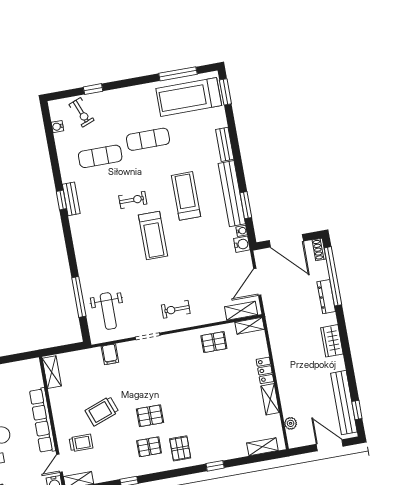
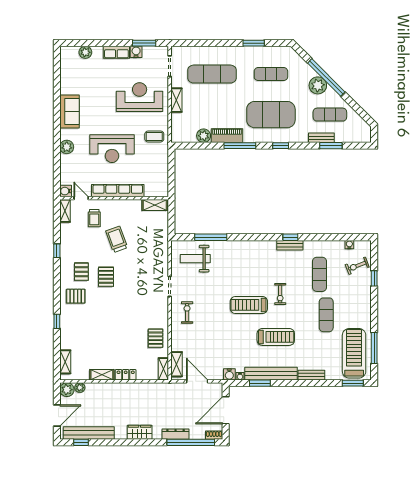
filing cabinet: (110, 354) -> (161, 254), removed
plant: (296, 439) -> (67, 390), added

